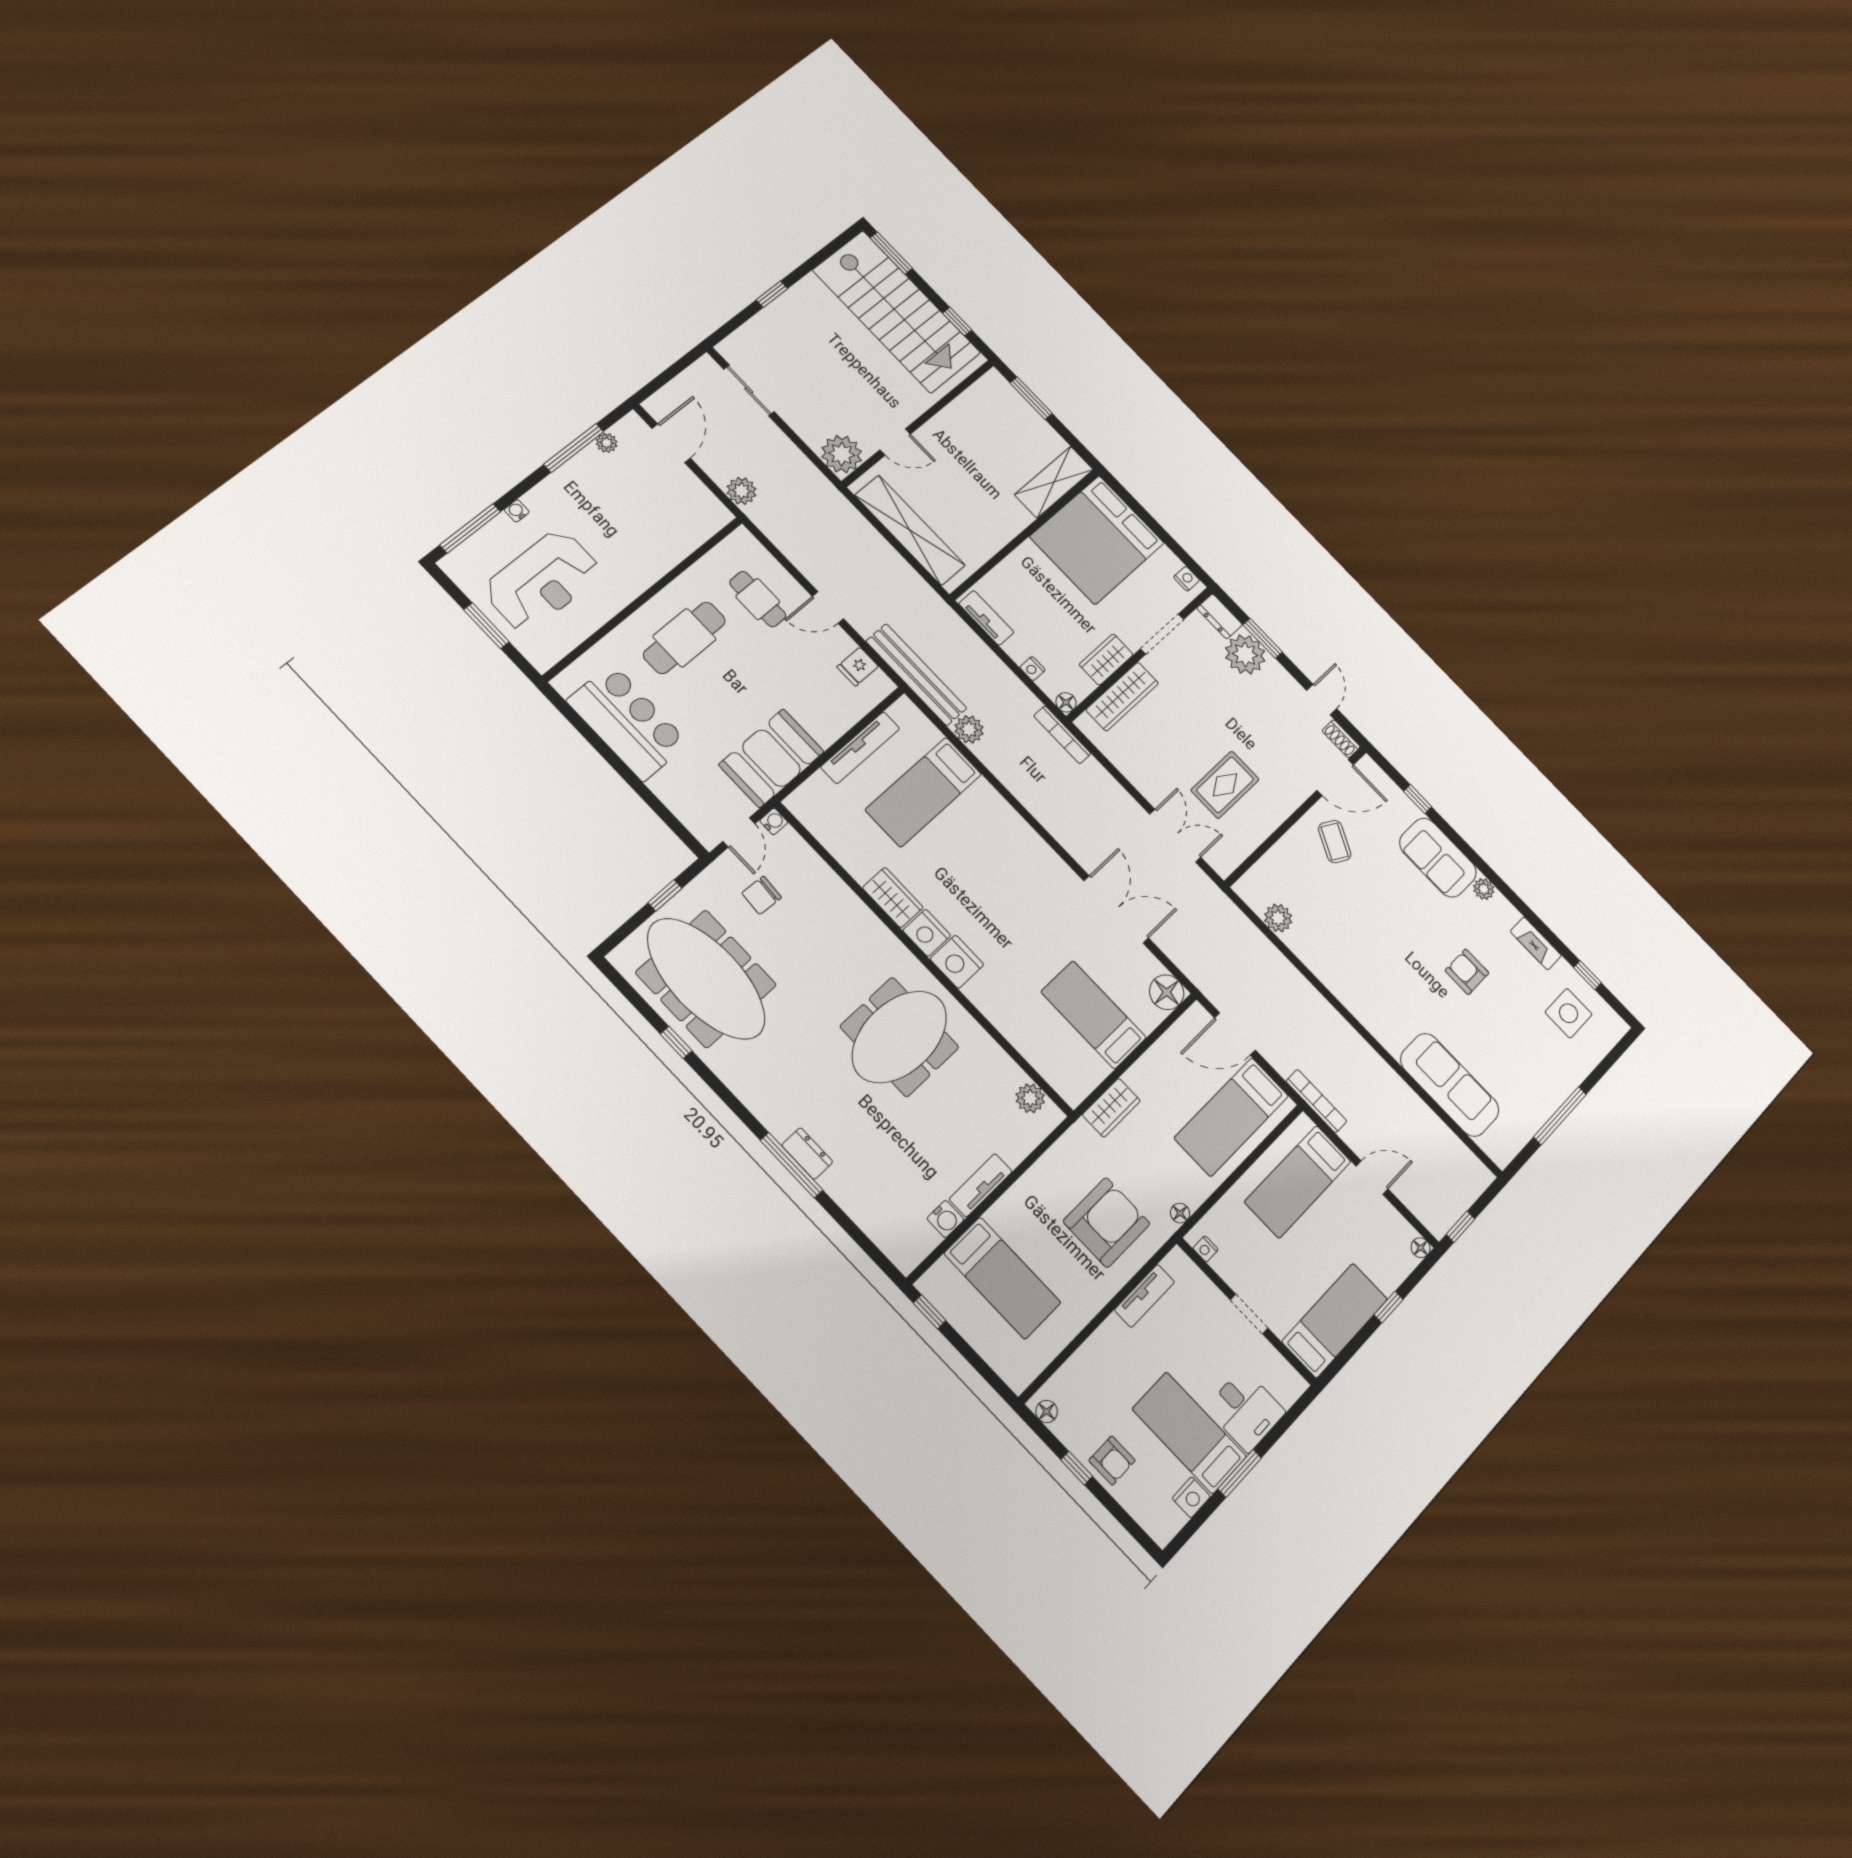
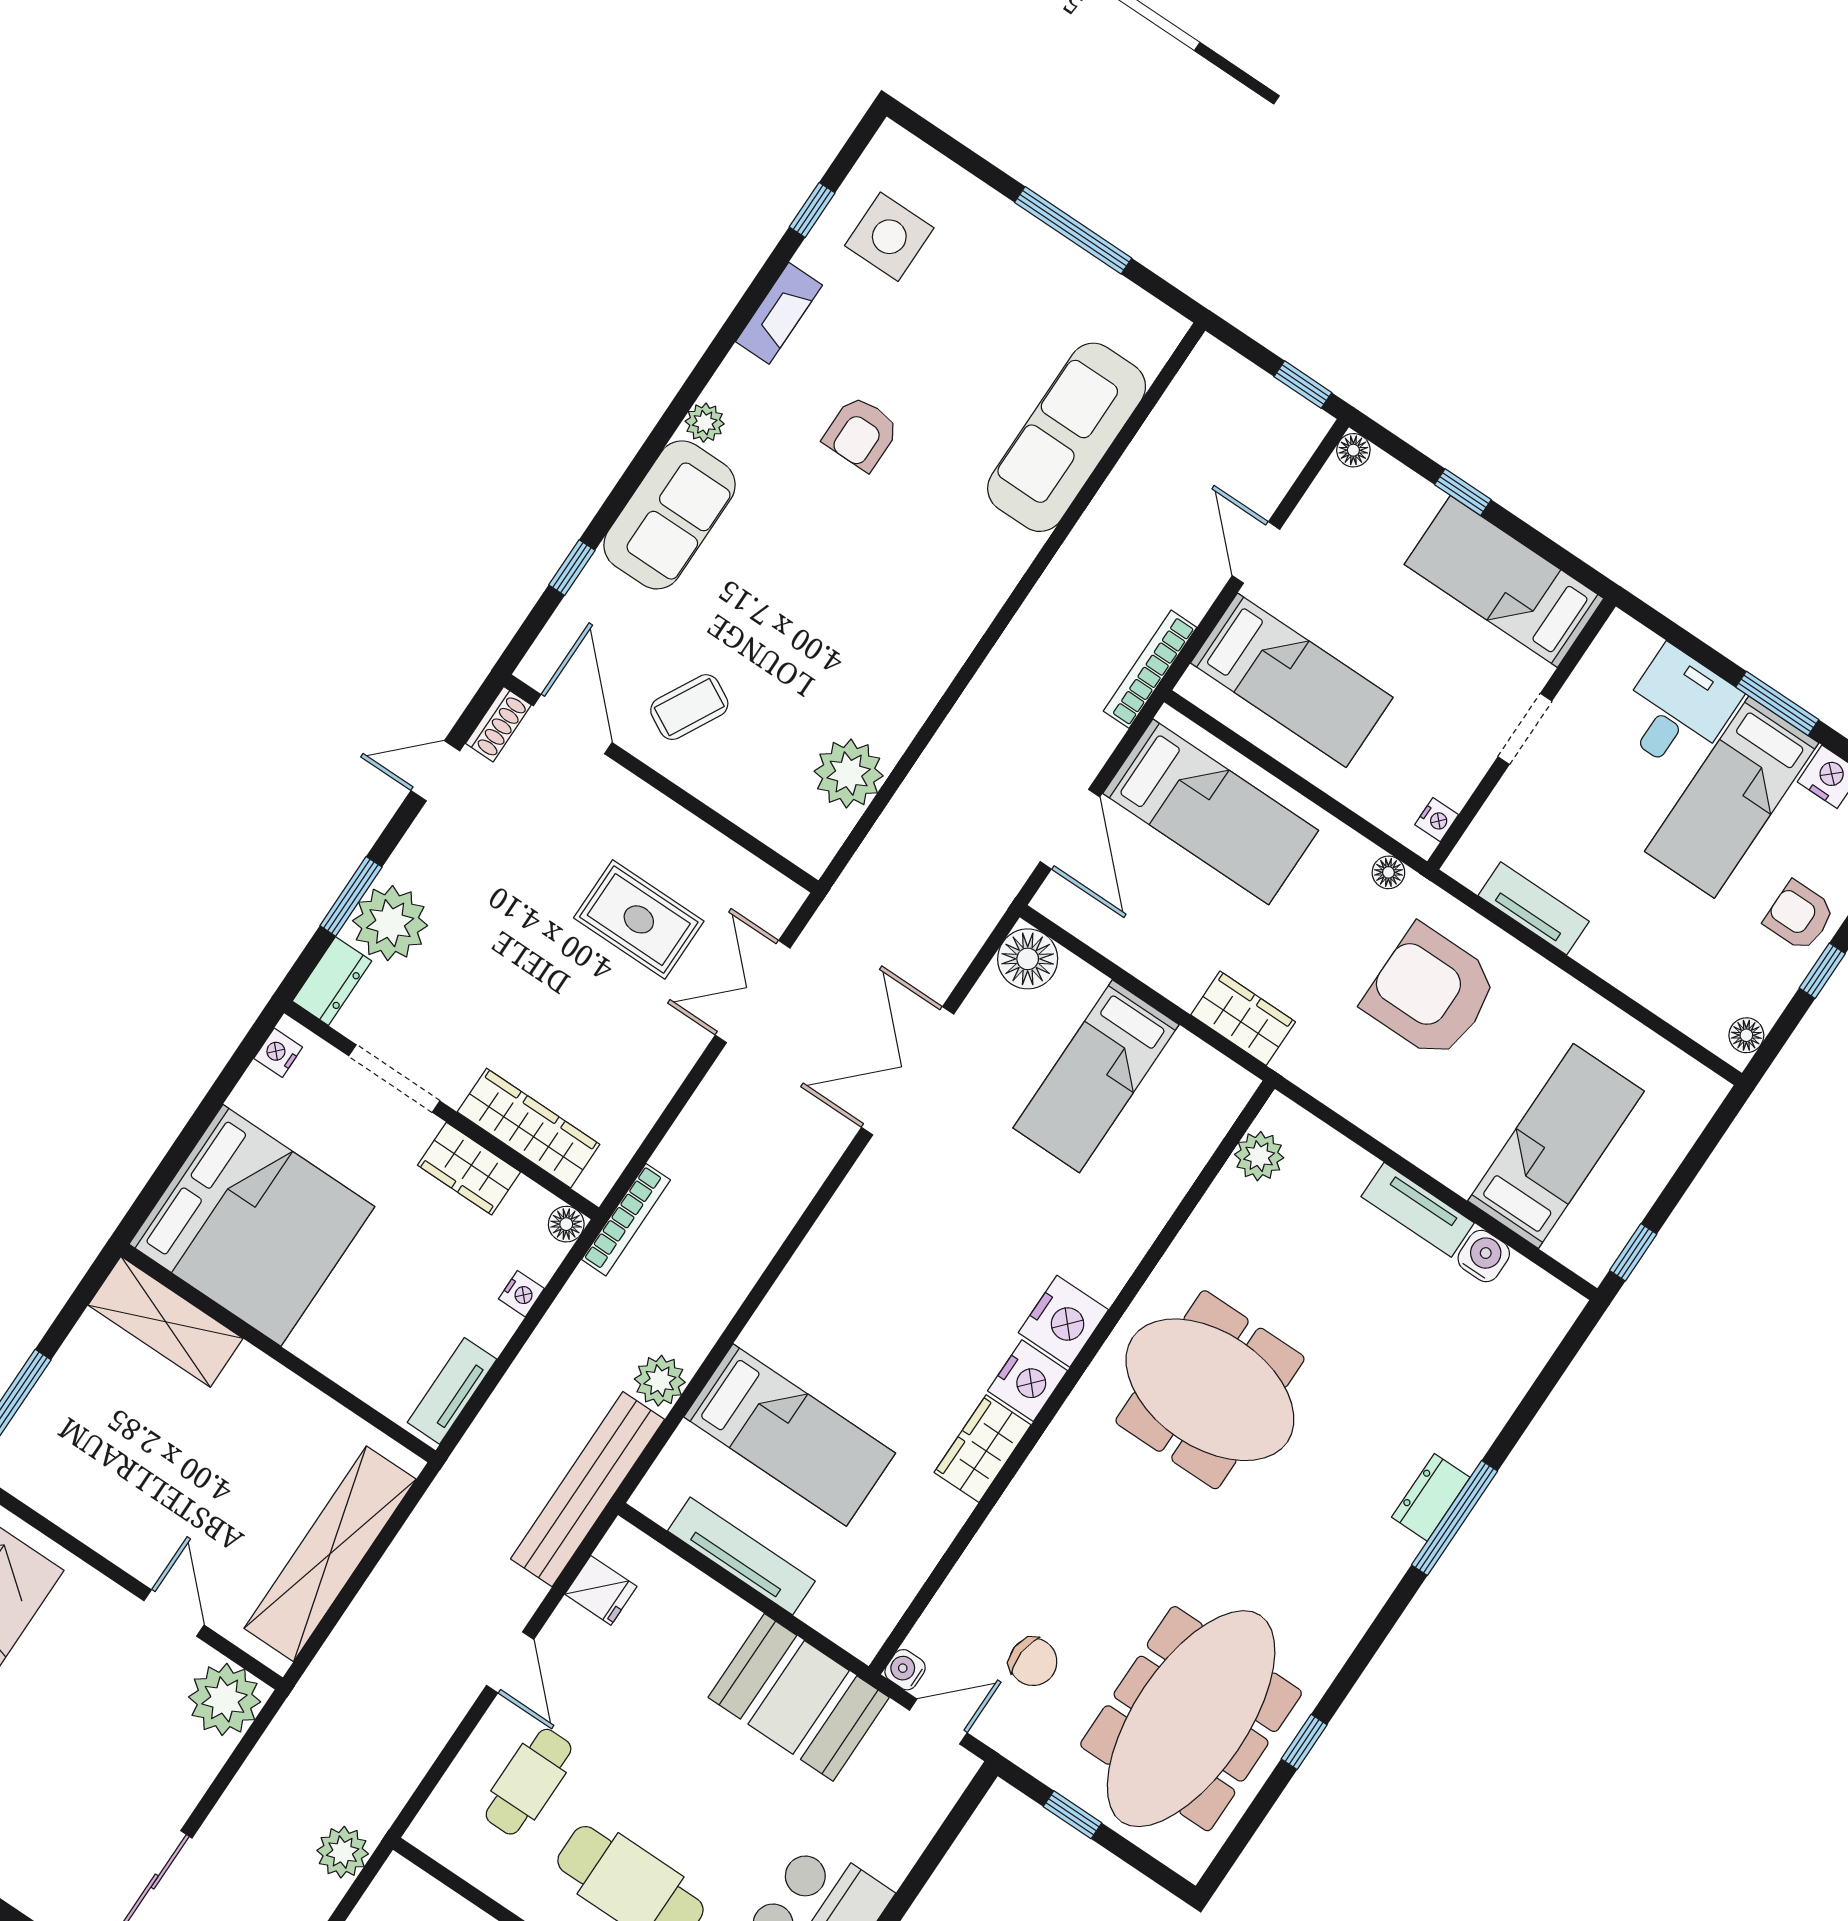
plant: (1278, 918) -> (849, 774), width x1.36, depth x1.36
armchair: (1112, 1460) -> (1799, 916), turned -90

